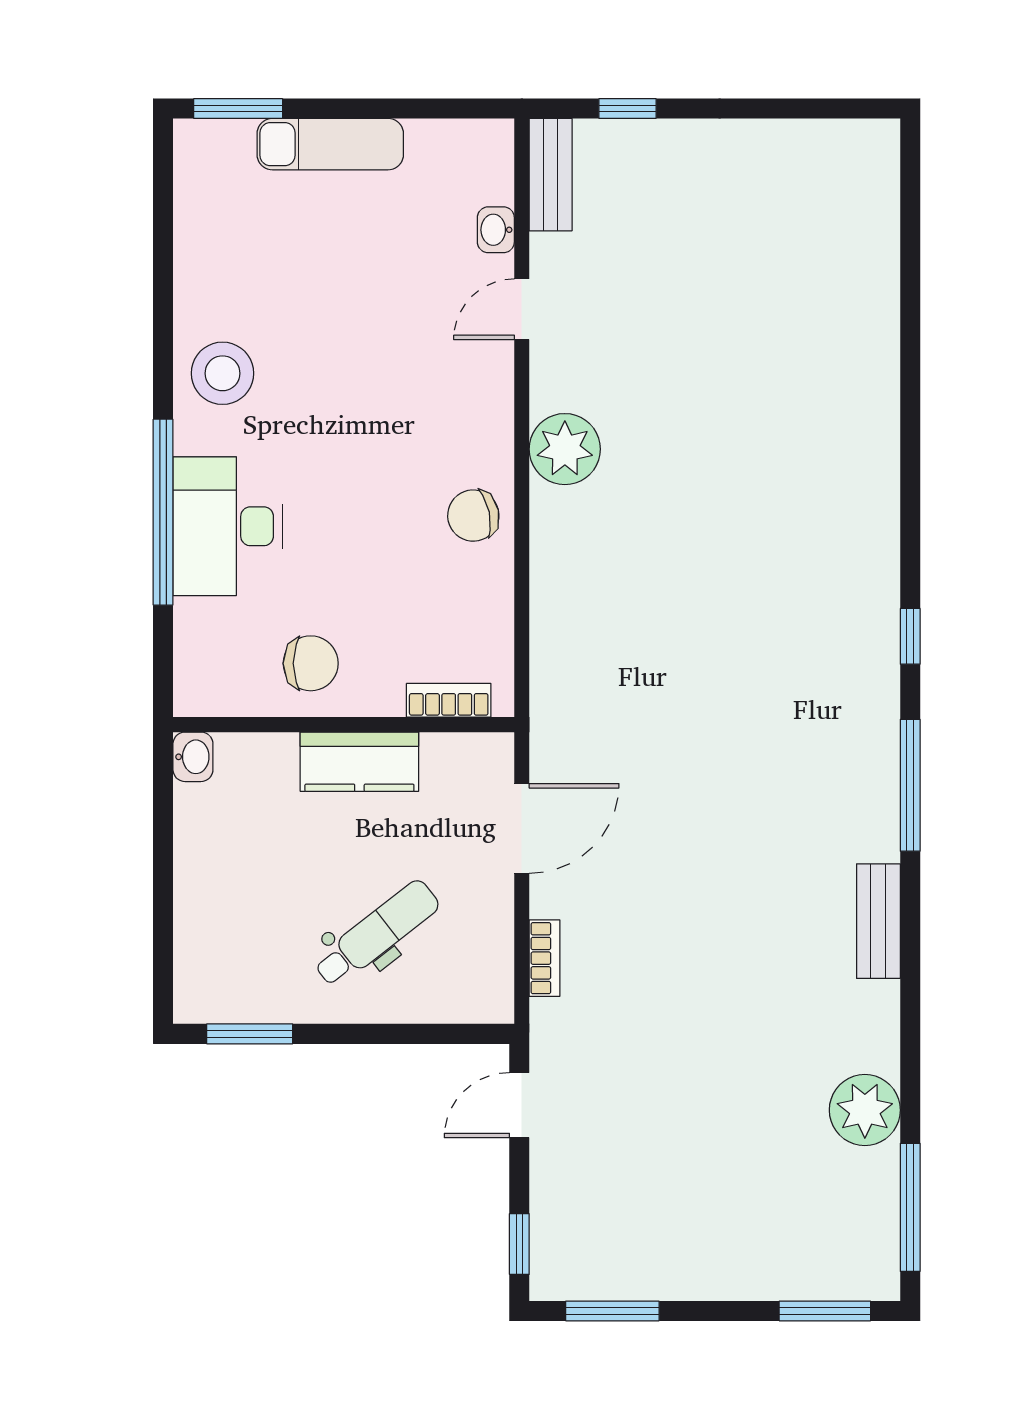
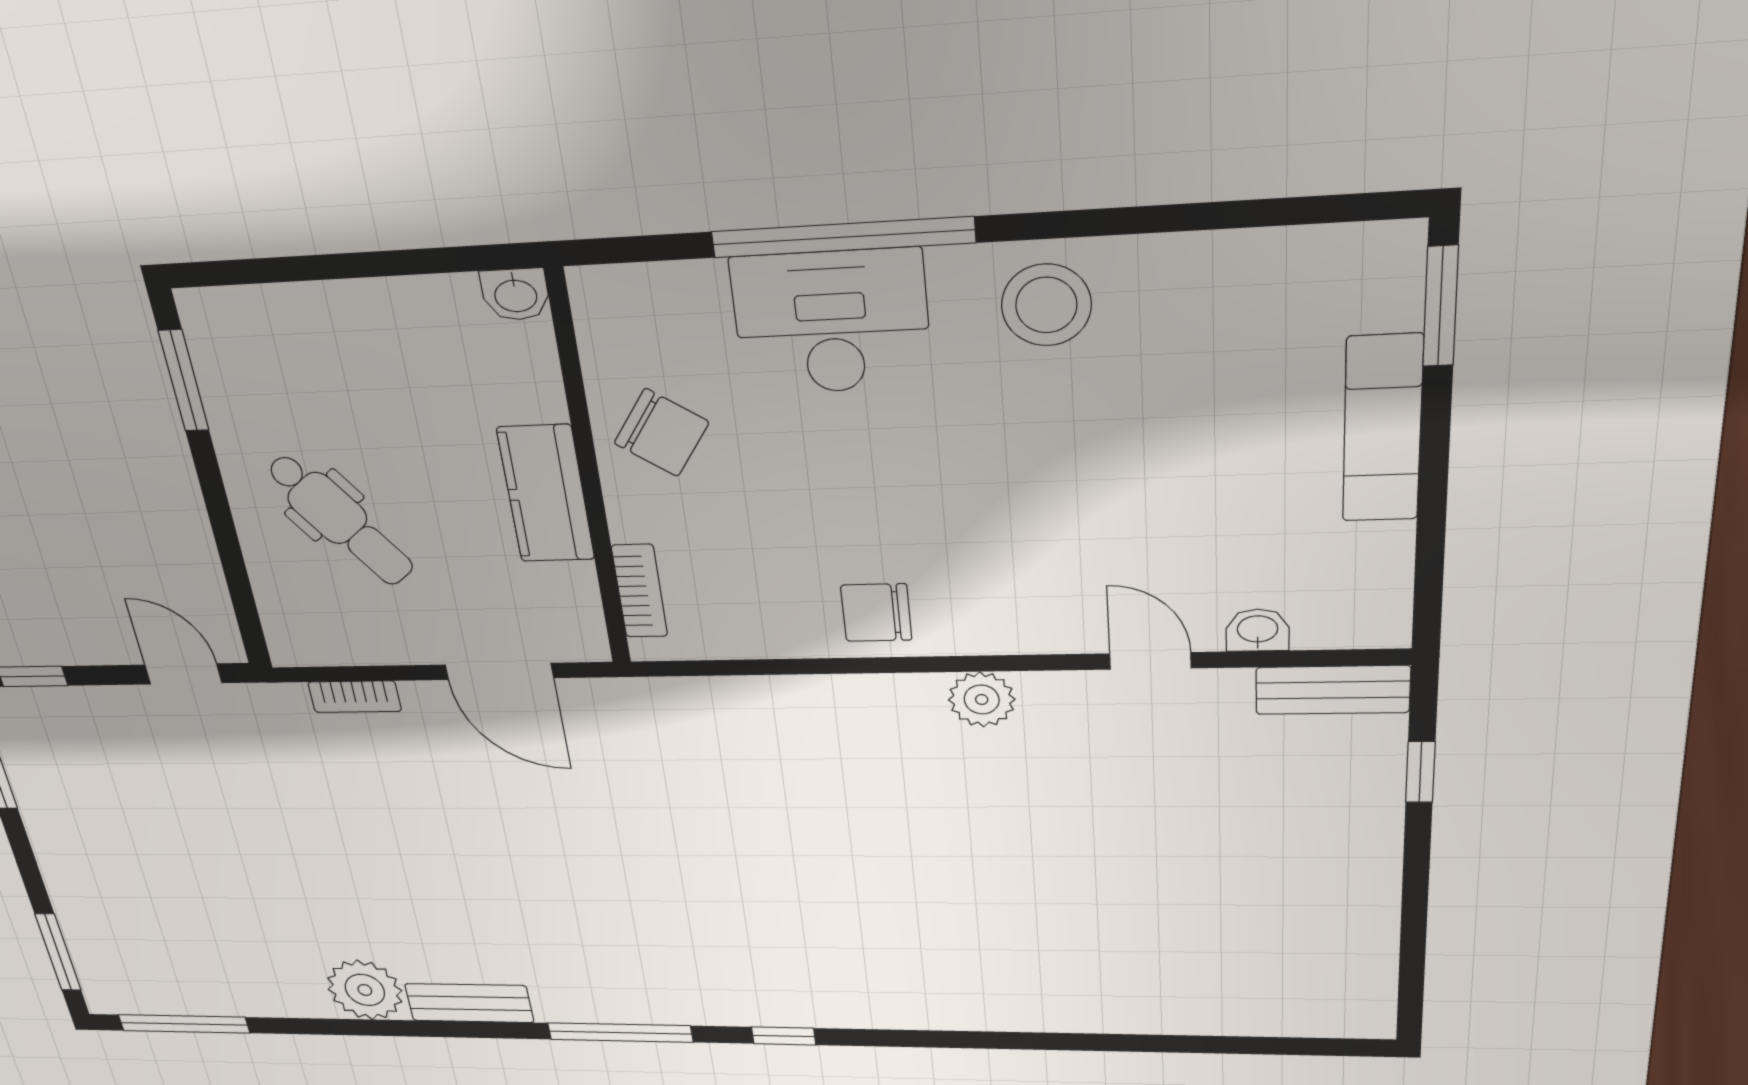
plant: (565, 449) -> (982, 699), width x0.73, depth x0.73
chair: (473, 516) -> (876, 613), turned -78
chair: (311, 663) -> (661, 433), turned -56
plant: (865, 1110) -> (365, 990), moved

